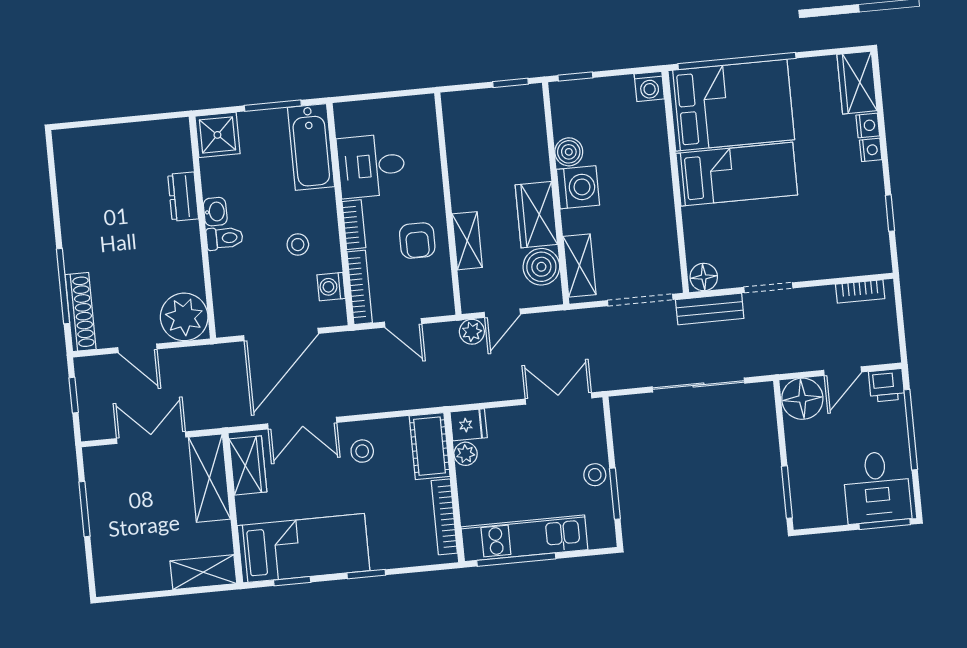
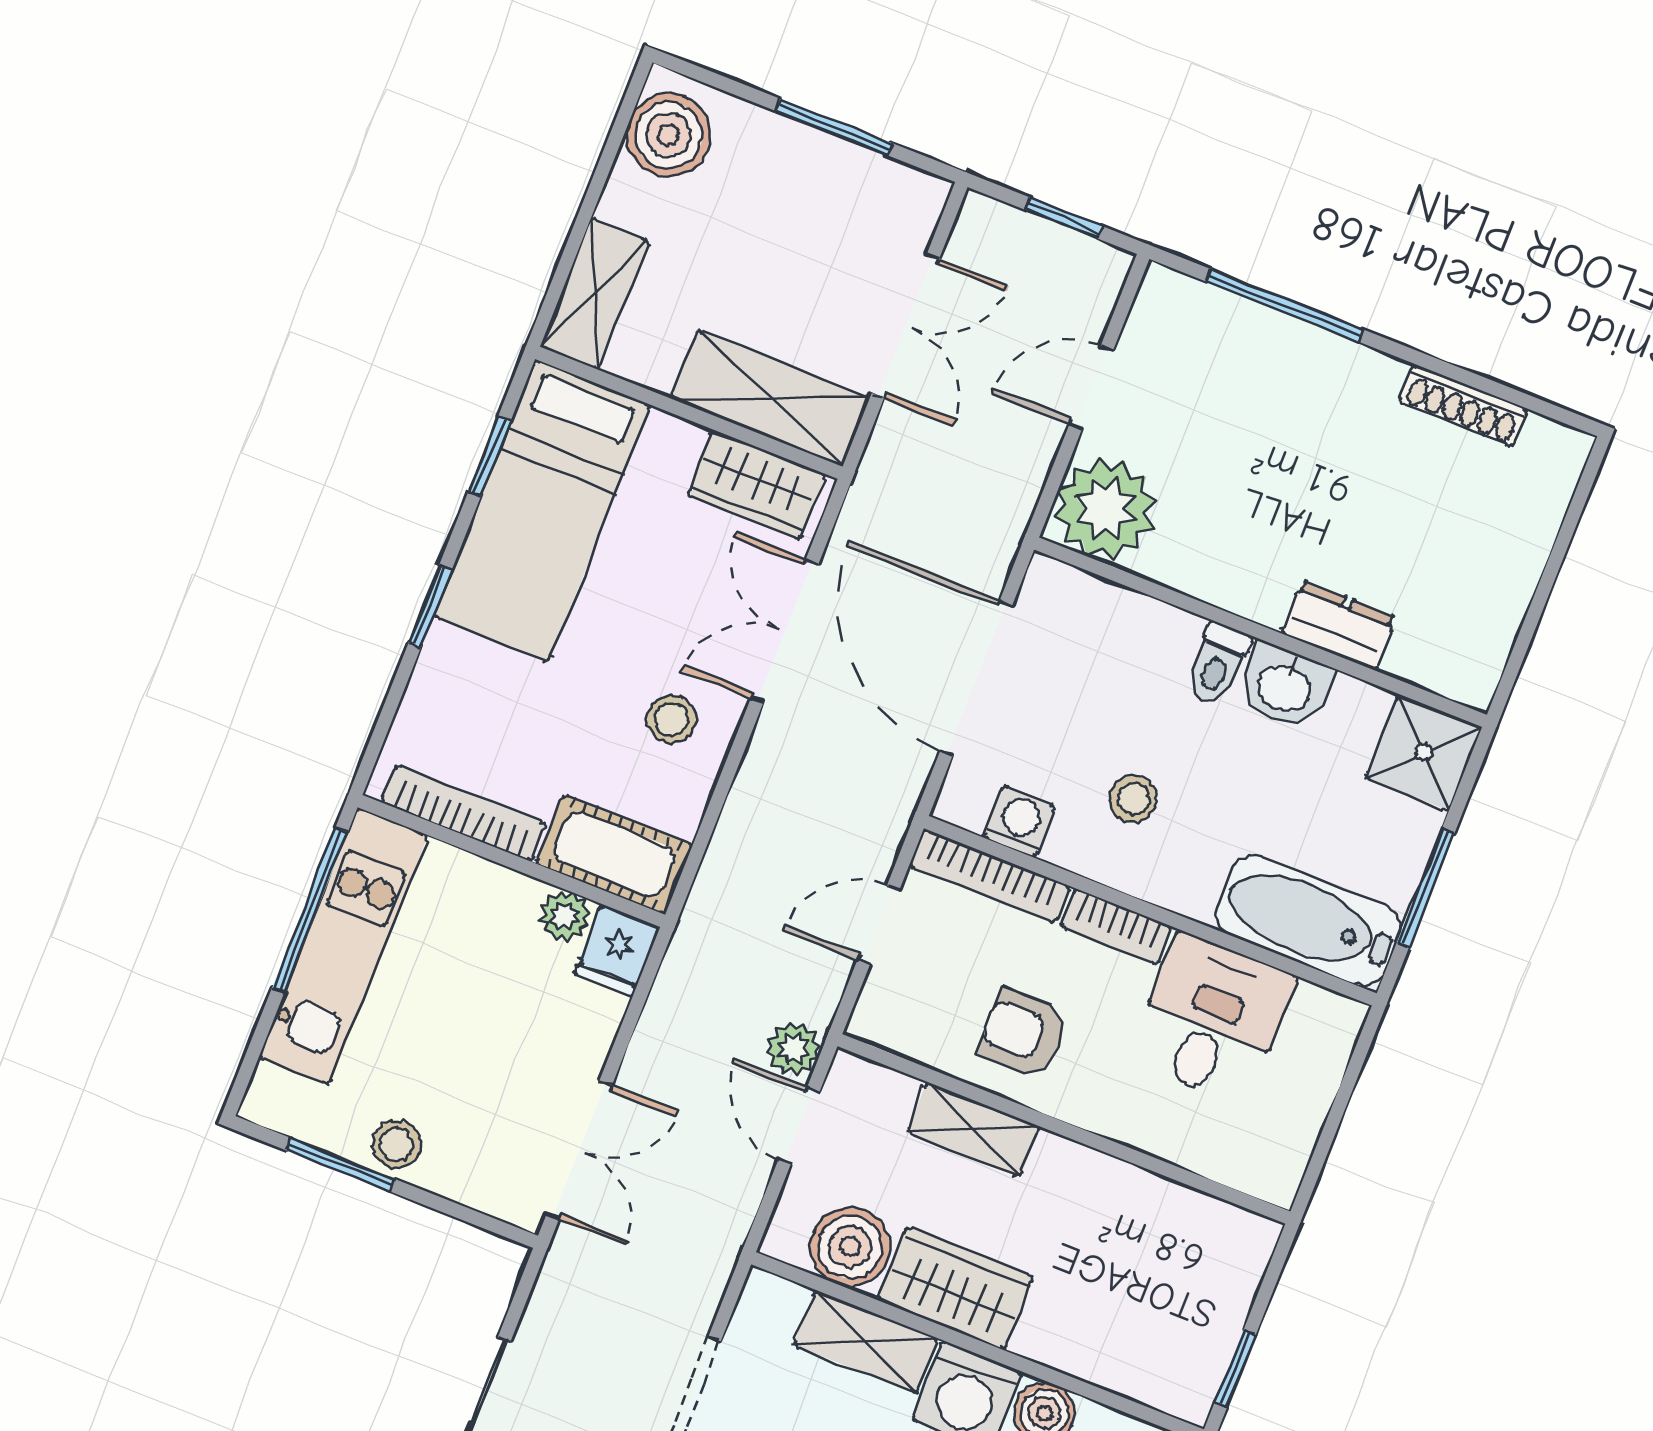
washbasin: (215, 212) -> (1285, 687), width x1.38, depth x1.45
shelving: (579, 265) -> (866, 1342), moved
shoe rack: (81, 312) -> (1463, 406), moved, width x0.74, depth x0.81
boiler: (123, 575) -> (668, 135), added

